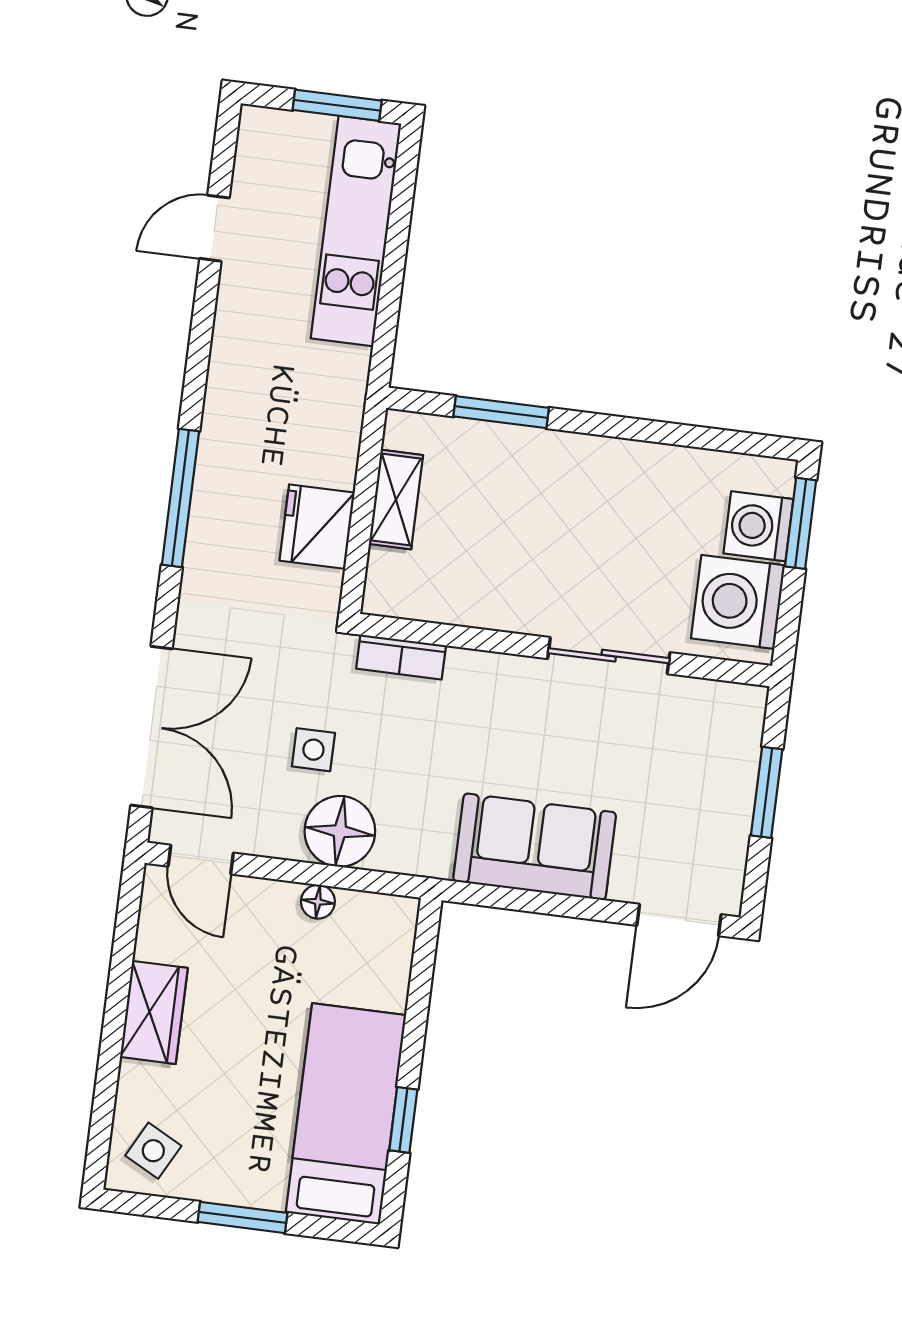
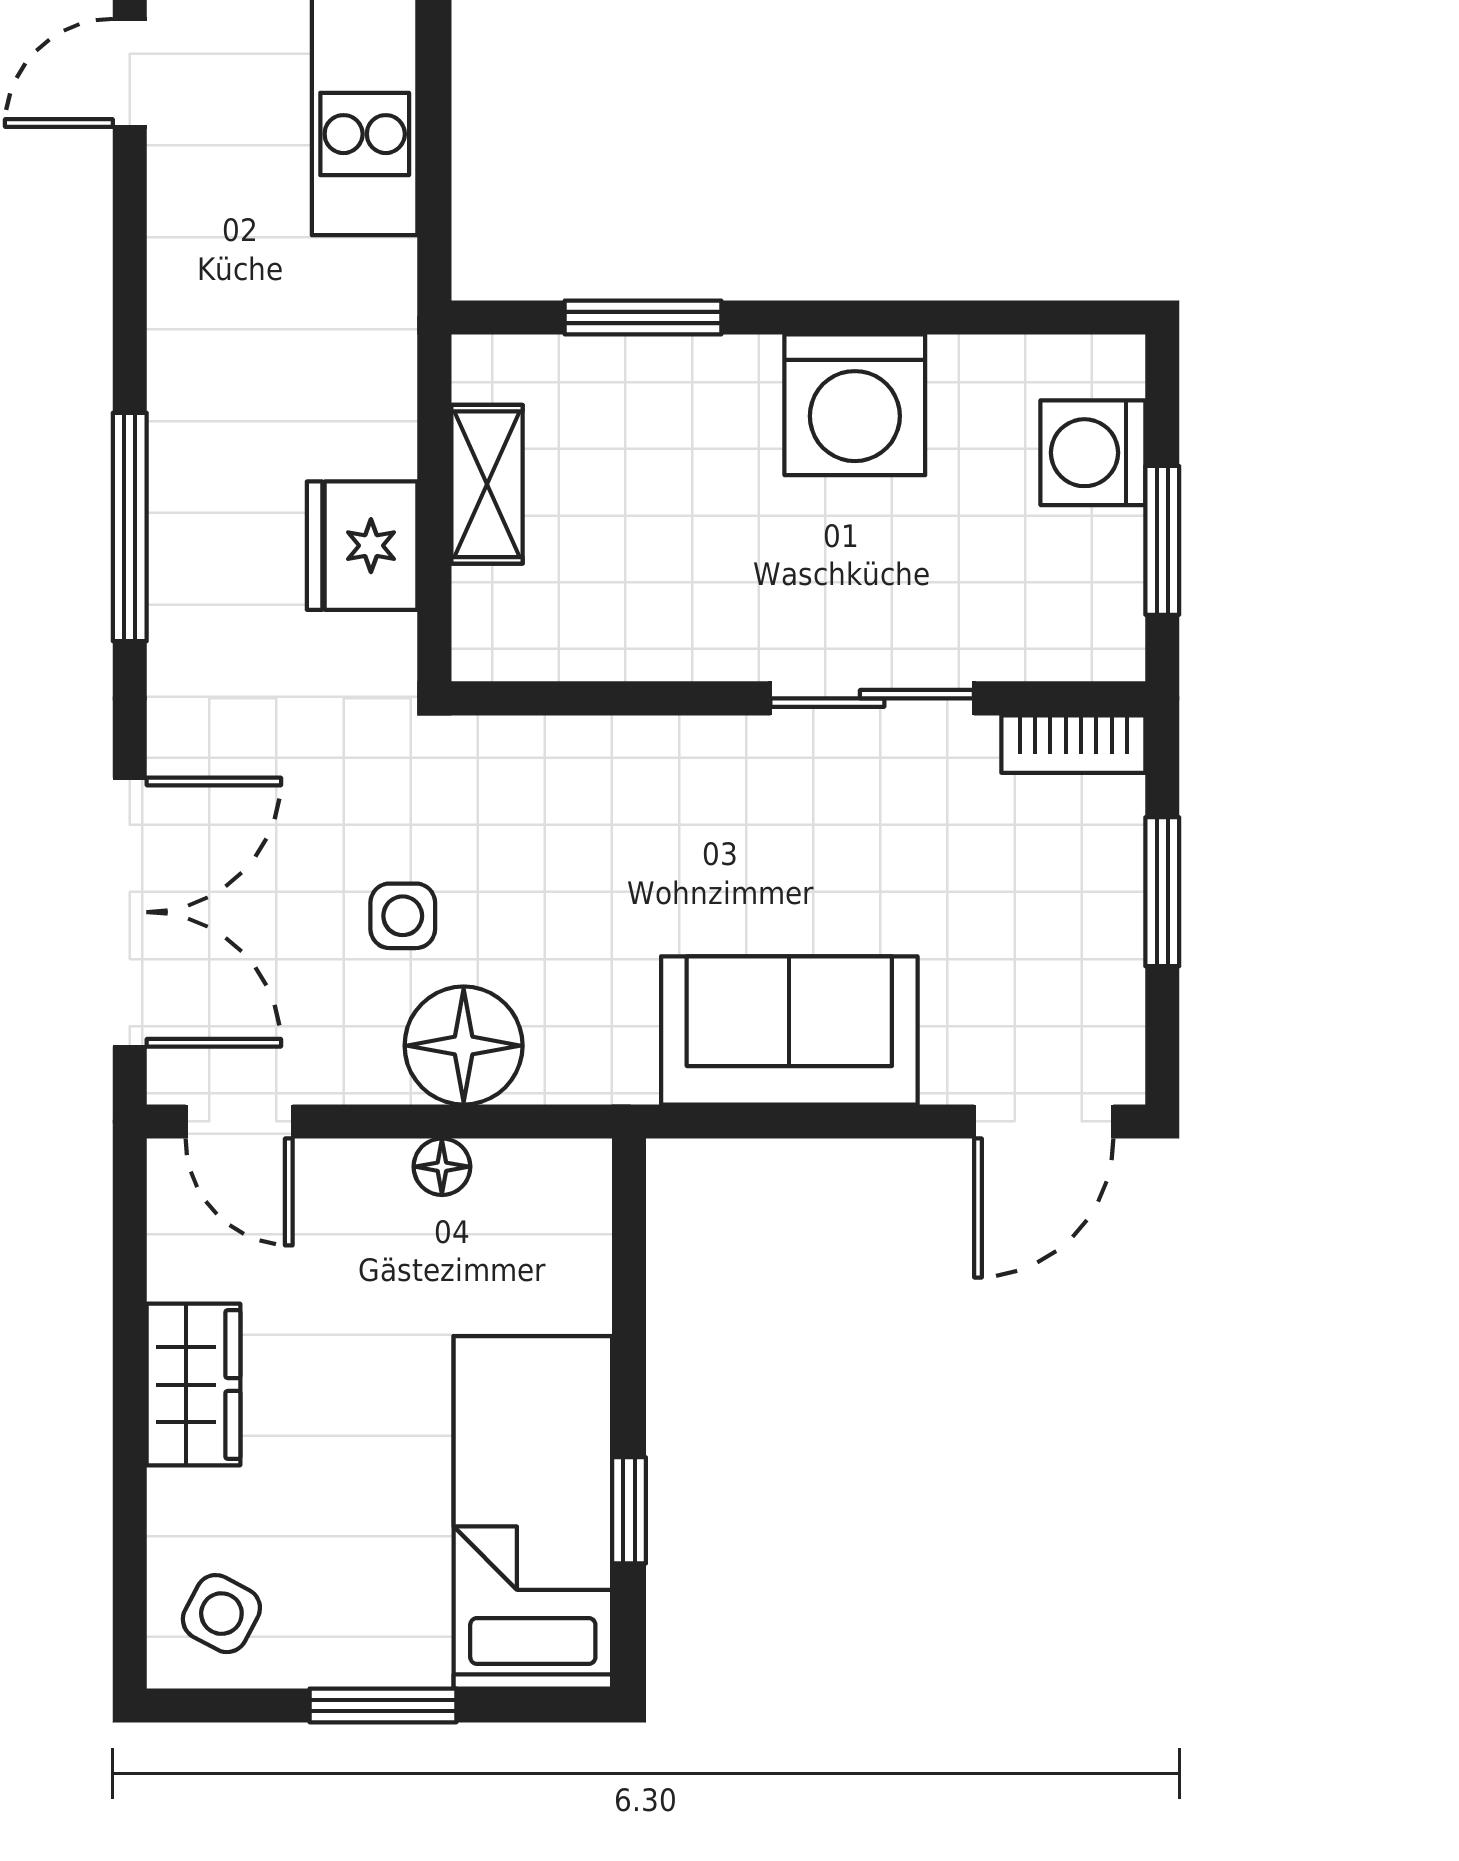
window: (801, 523) -> (1162, 540), moved
washing machine: (738, 602) -> (855, 405), moved, turned -90
bookcase: (401, 657) -> (1073, 744), moved

